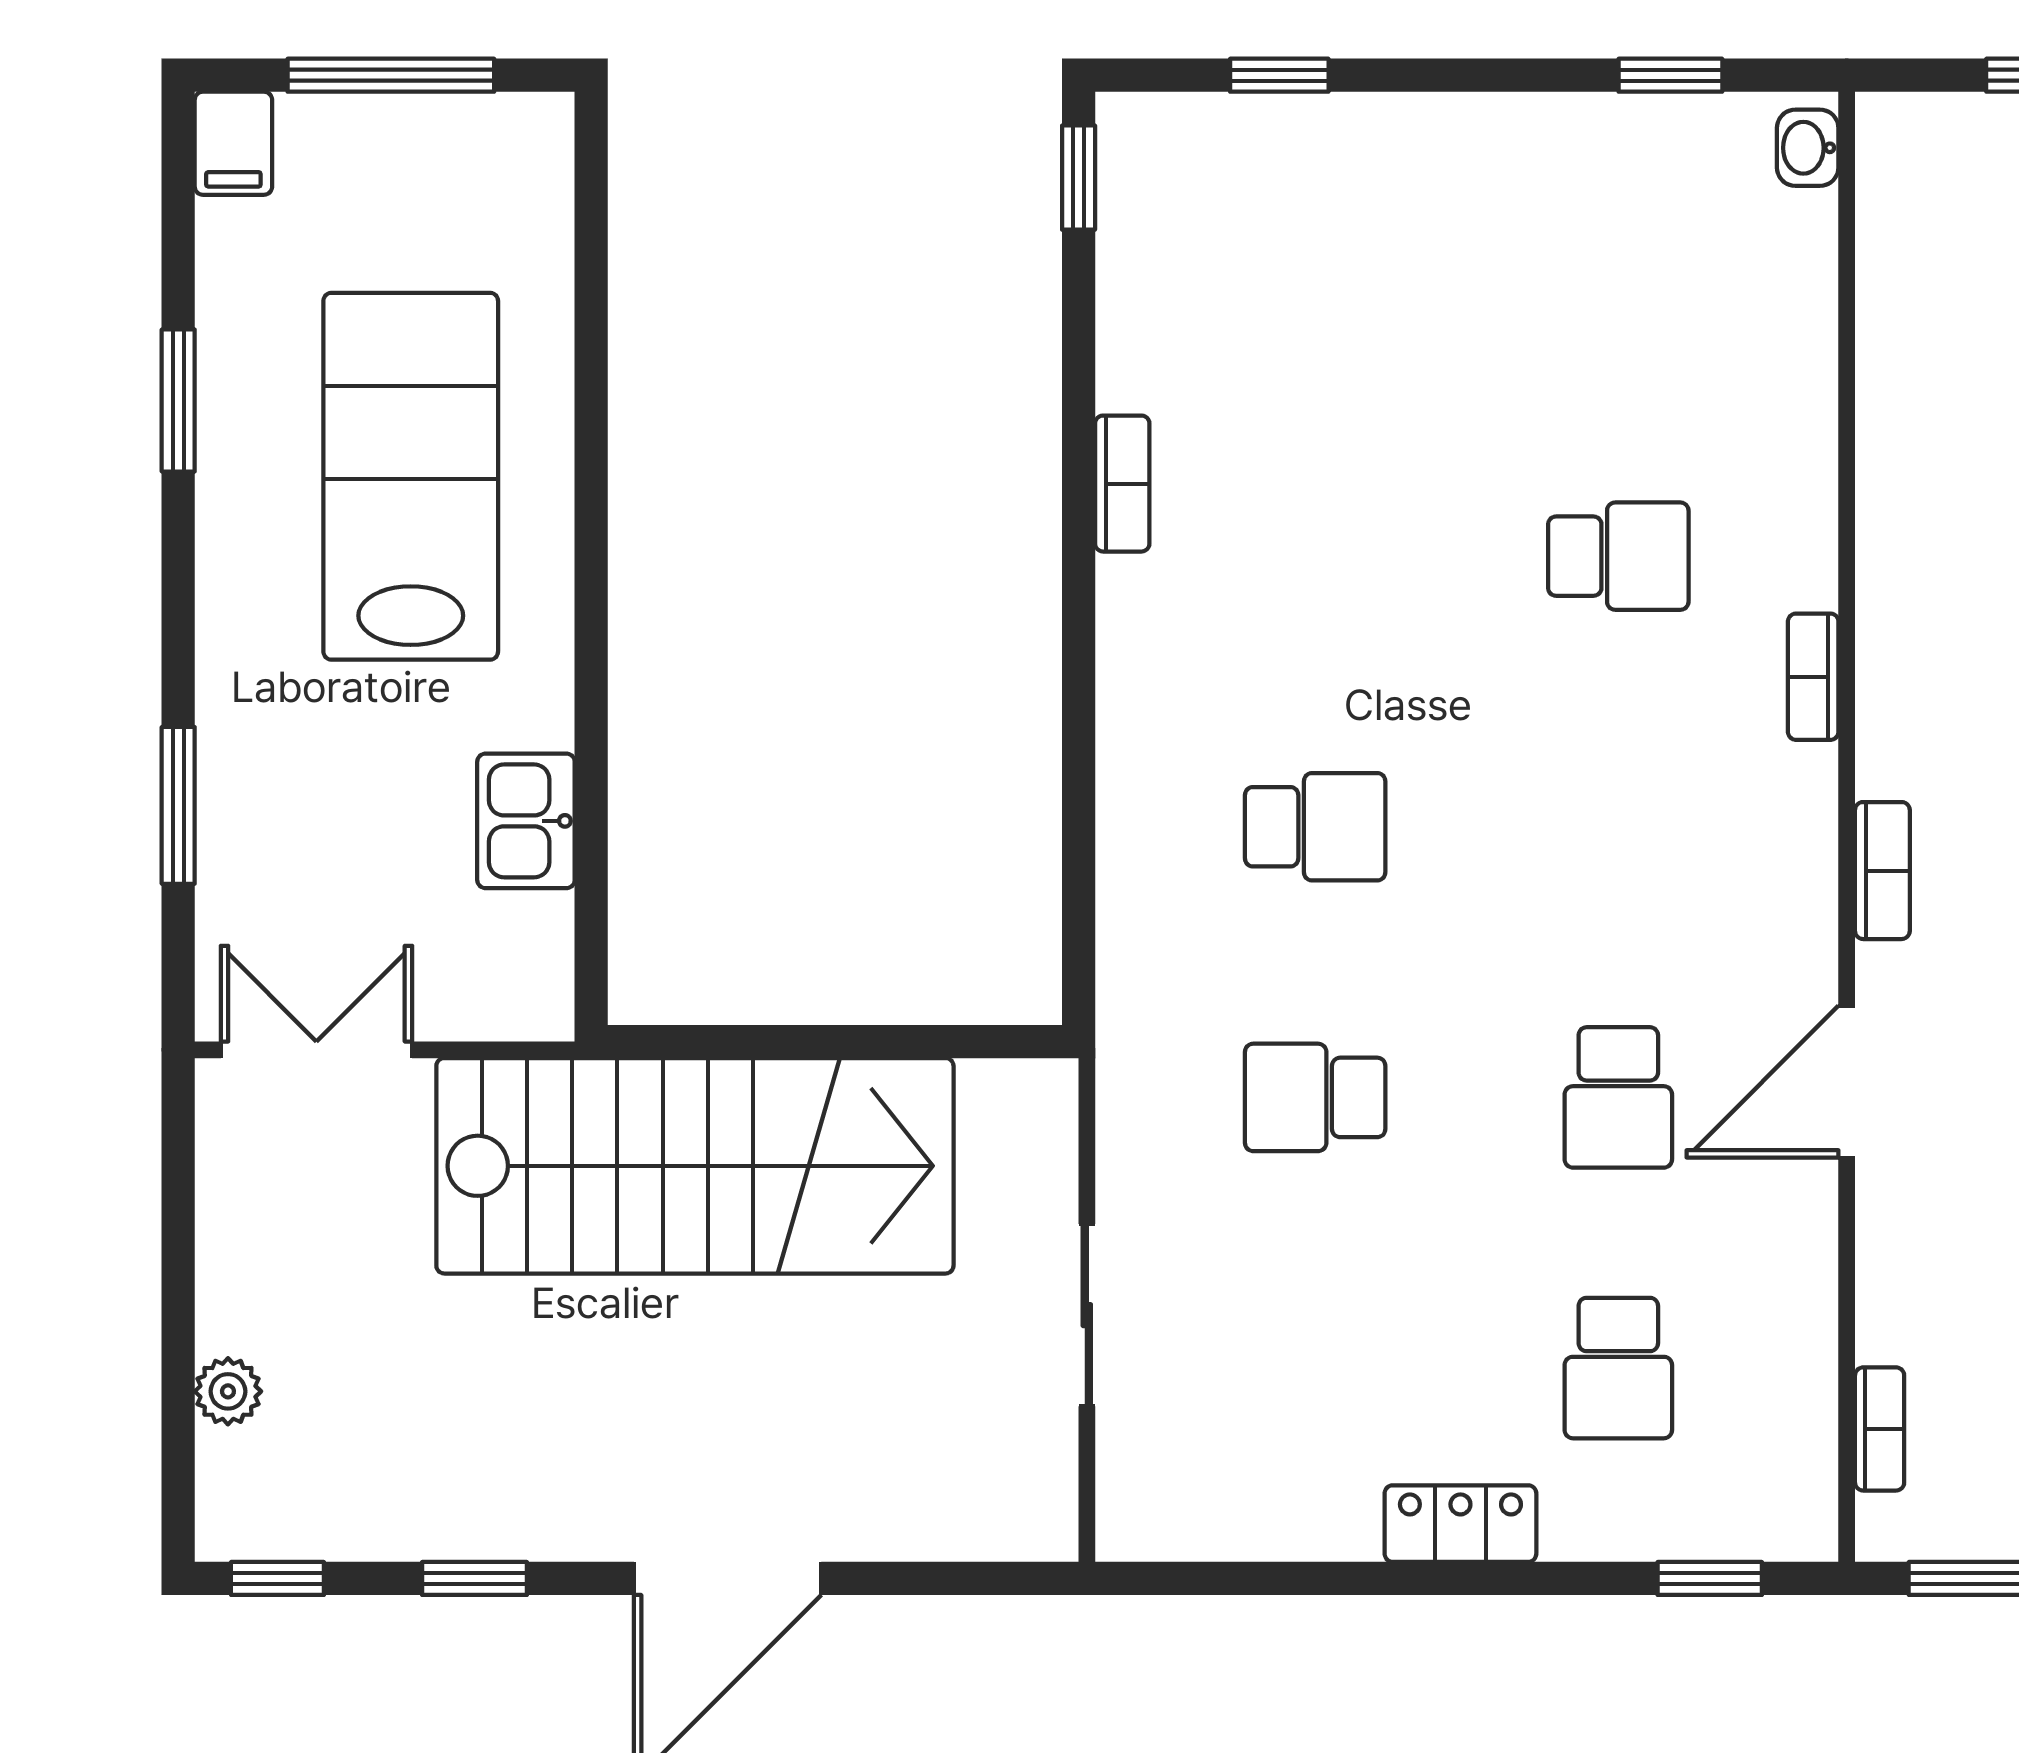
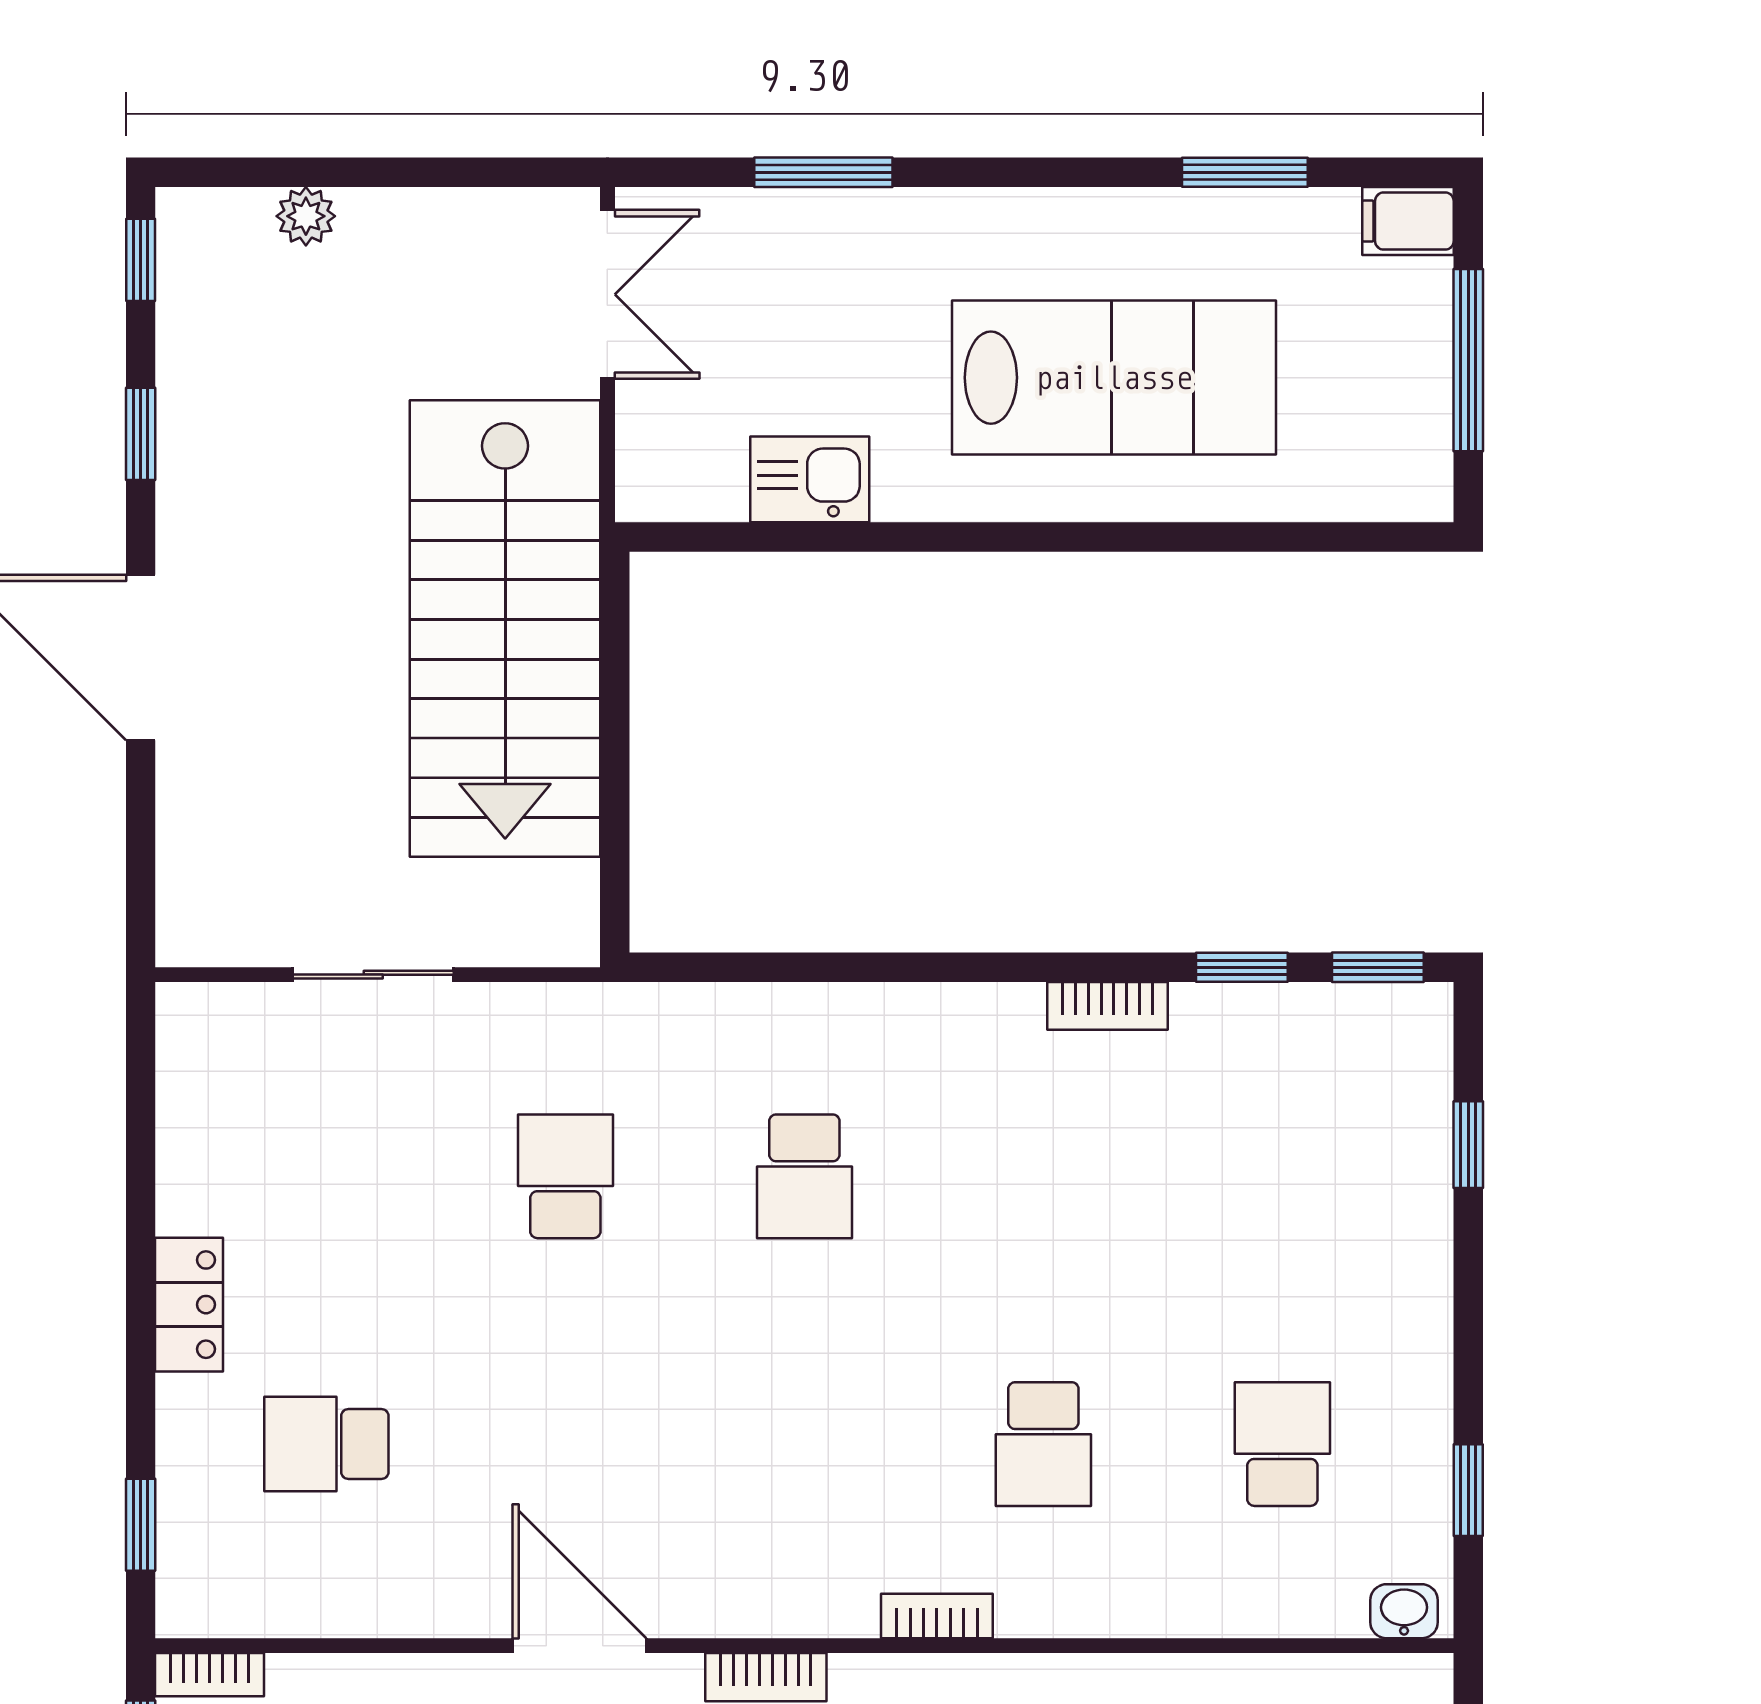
window: (1079, 331) -> (1242, 967), added
window: (178, 401) -> (1245, 172), moved
school desk: (1618, 1097) -> (1282, 1444), moved, turned 90
bookcase: (1880, 1429) -> (210, 1675), moved

